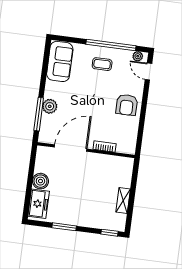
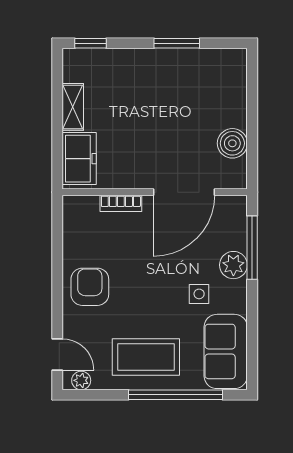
window: (111, 45) -> (175, 395), moved
coffee table: (102, 64) -> (146, 357), width x1.86, depth x1.72
side table: (70, 94) -> (199, 294), added
boiler: (40, 181) -> (232, 143), moved
freezer: (39, 204) -> (79, 159), moved, turned 180

